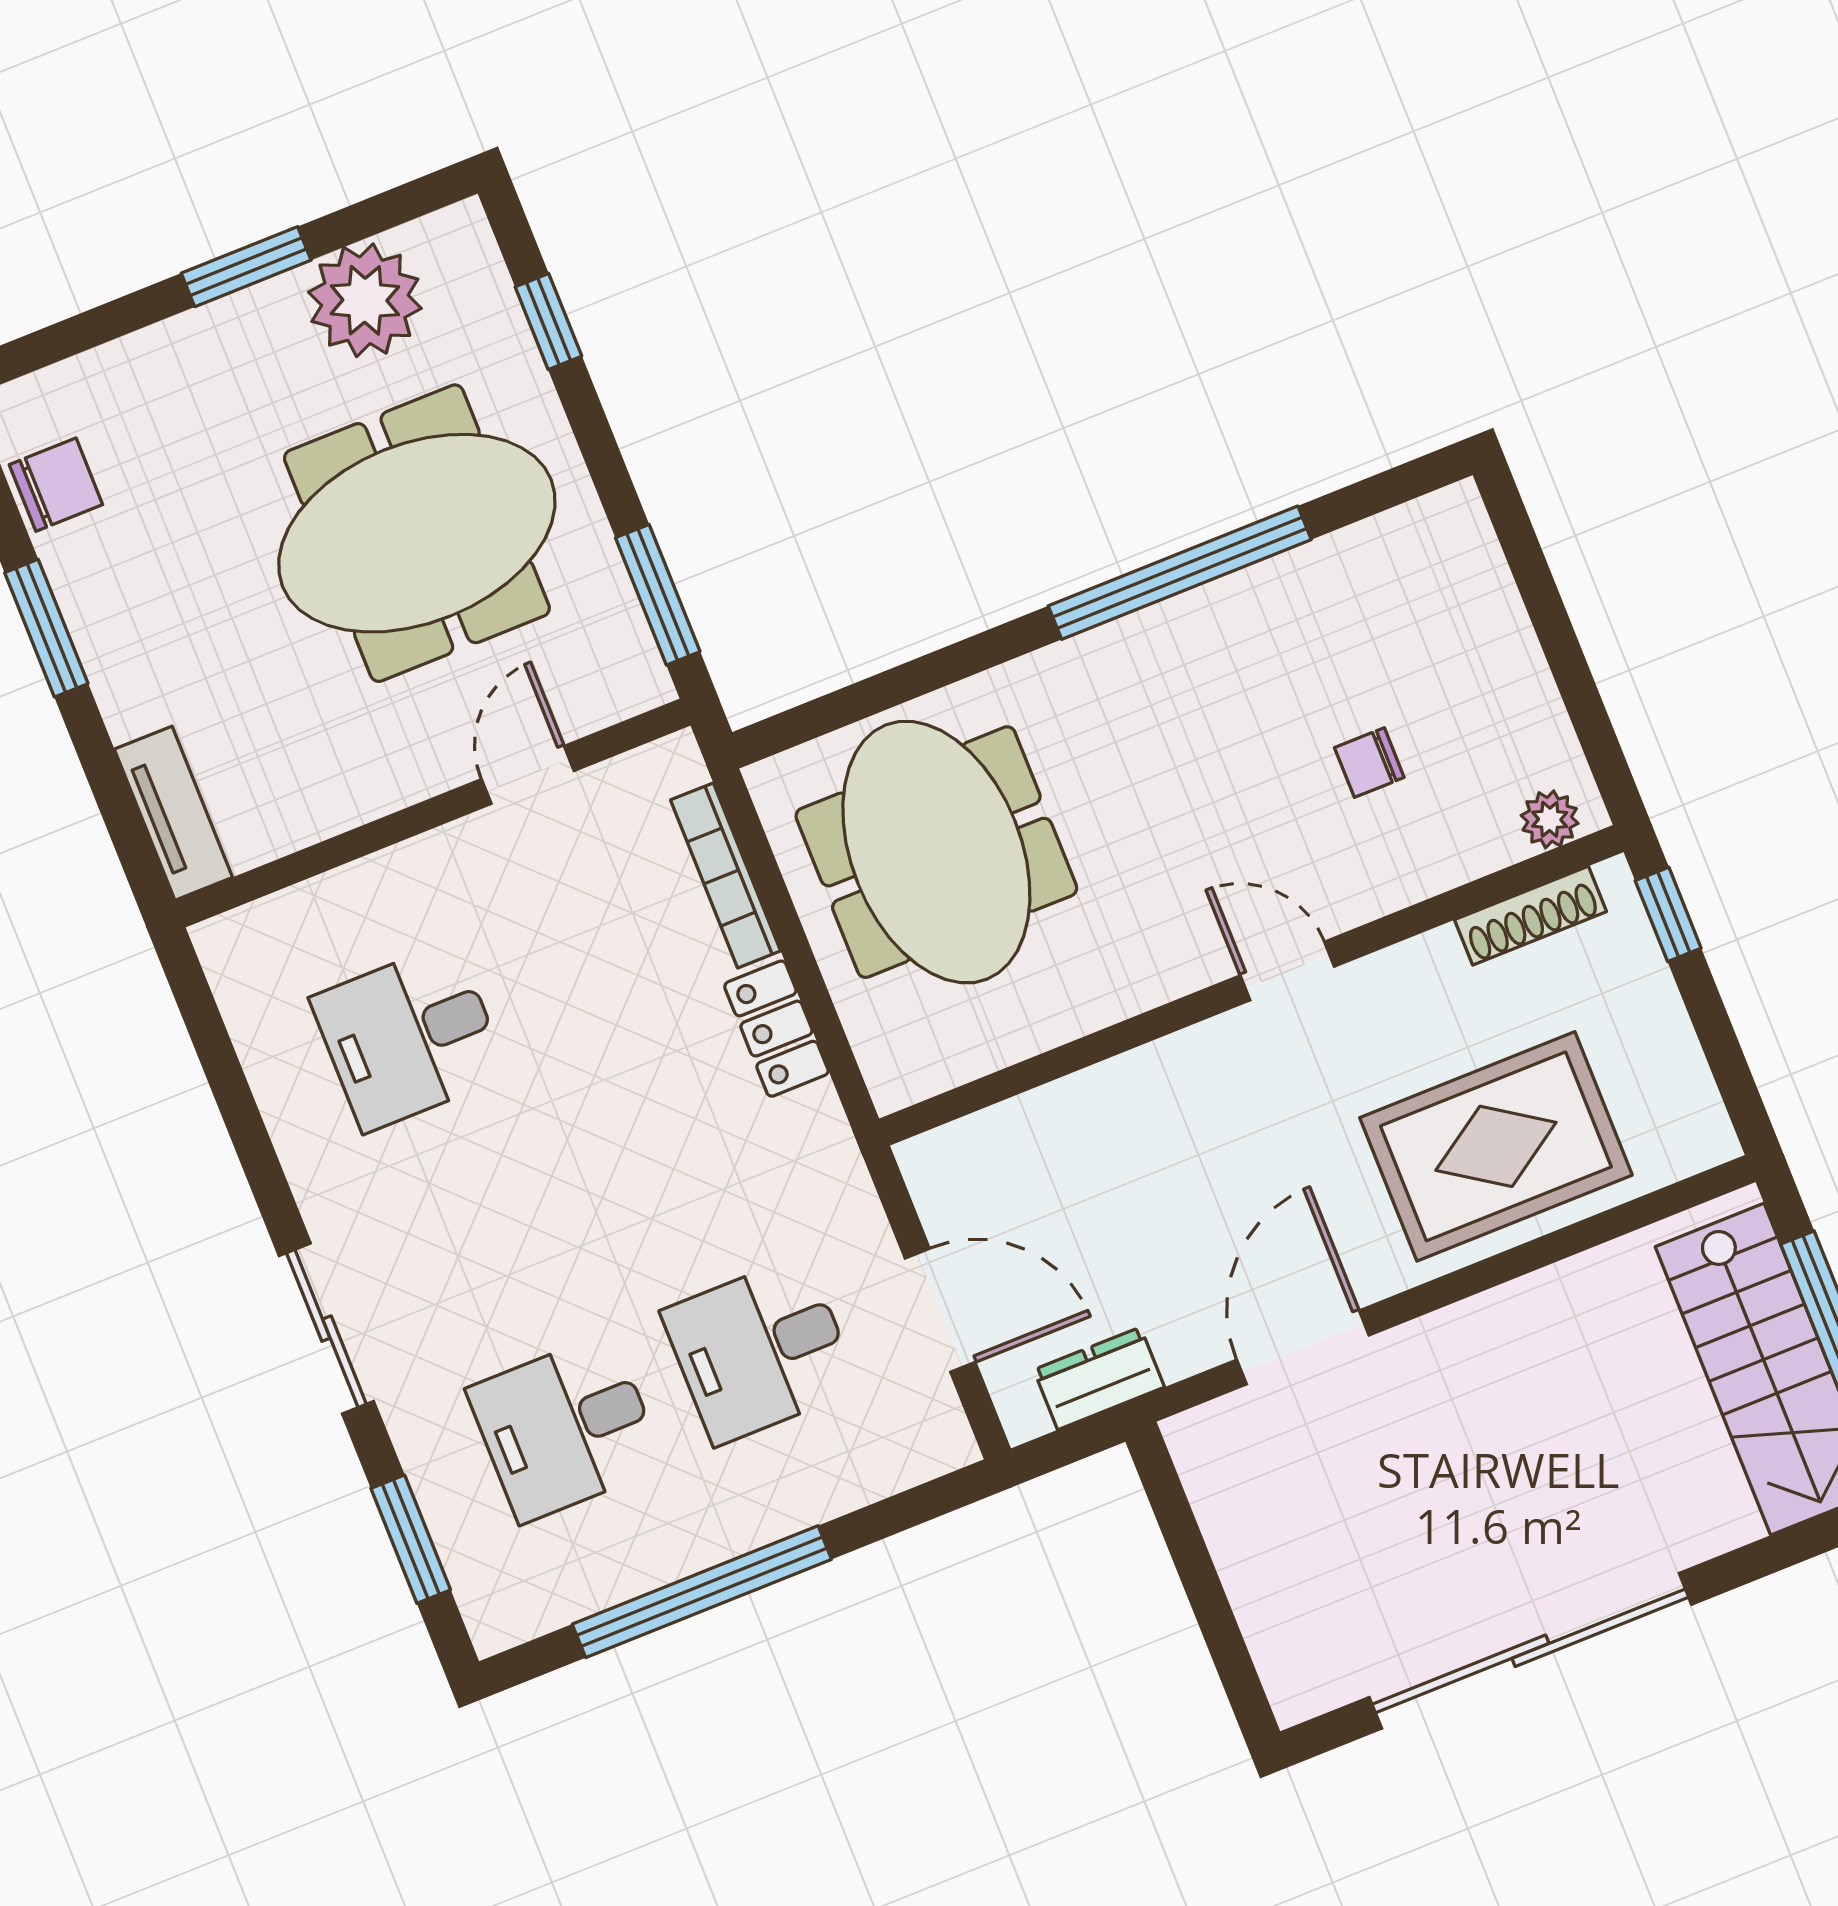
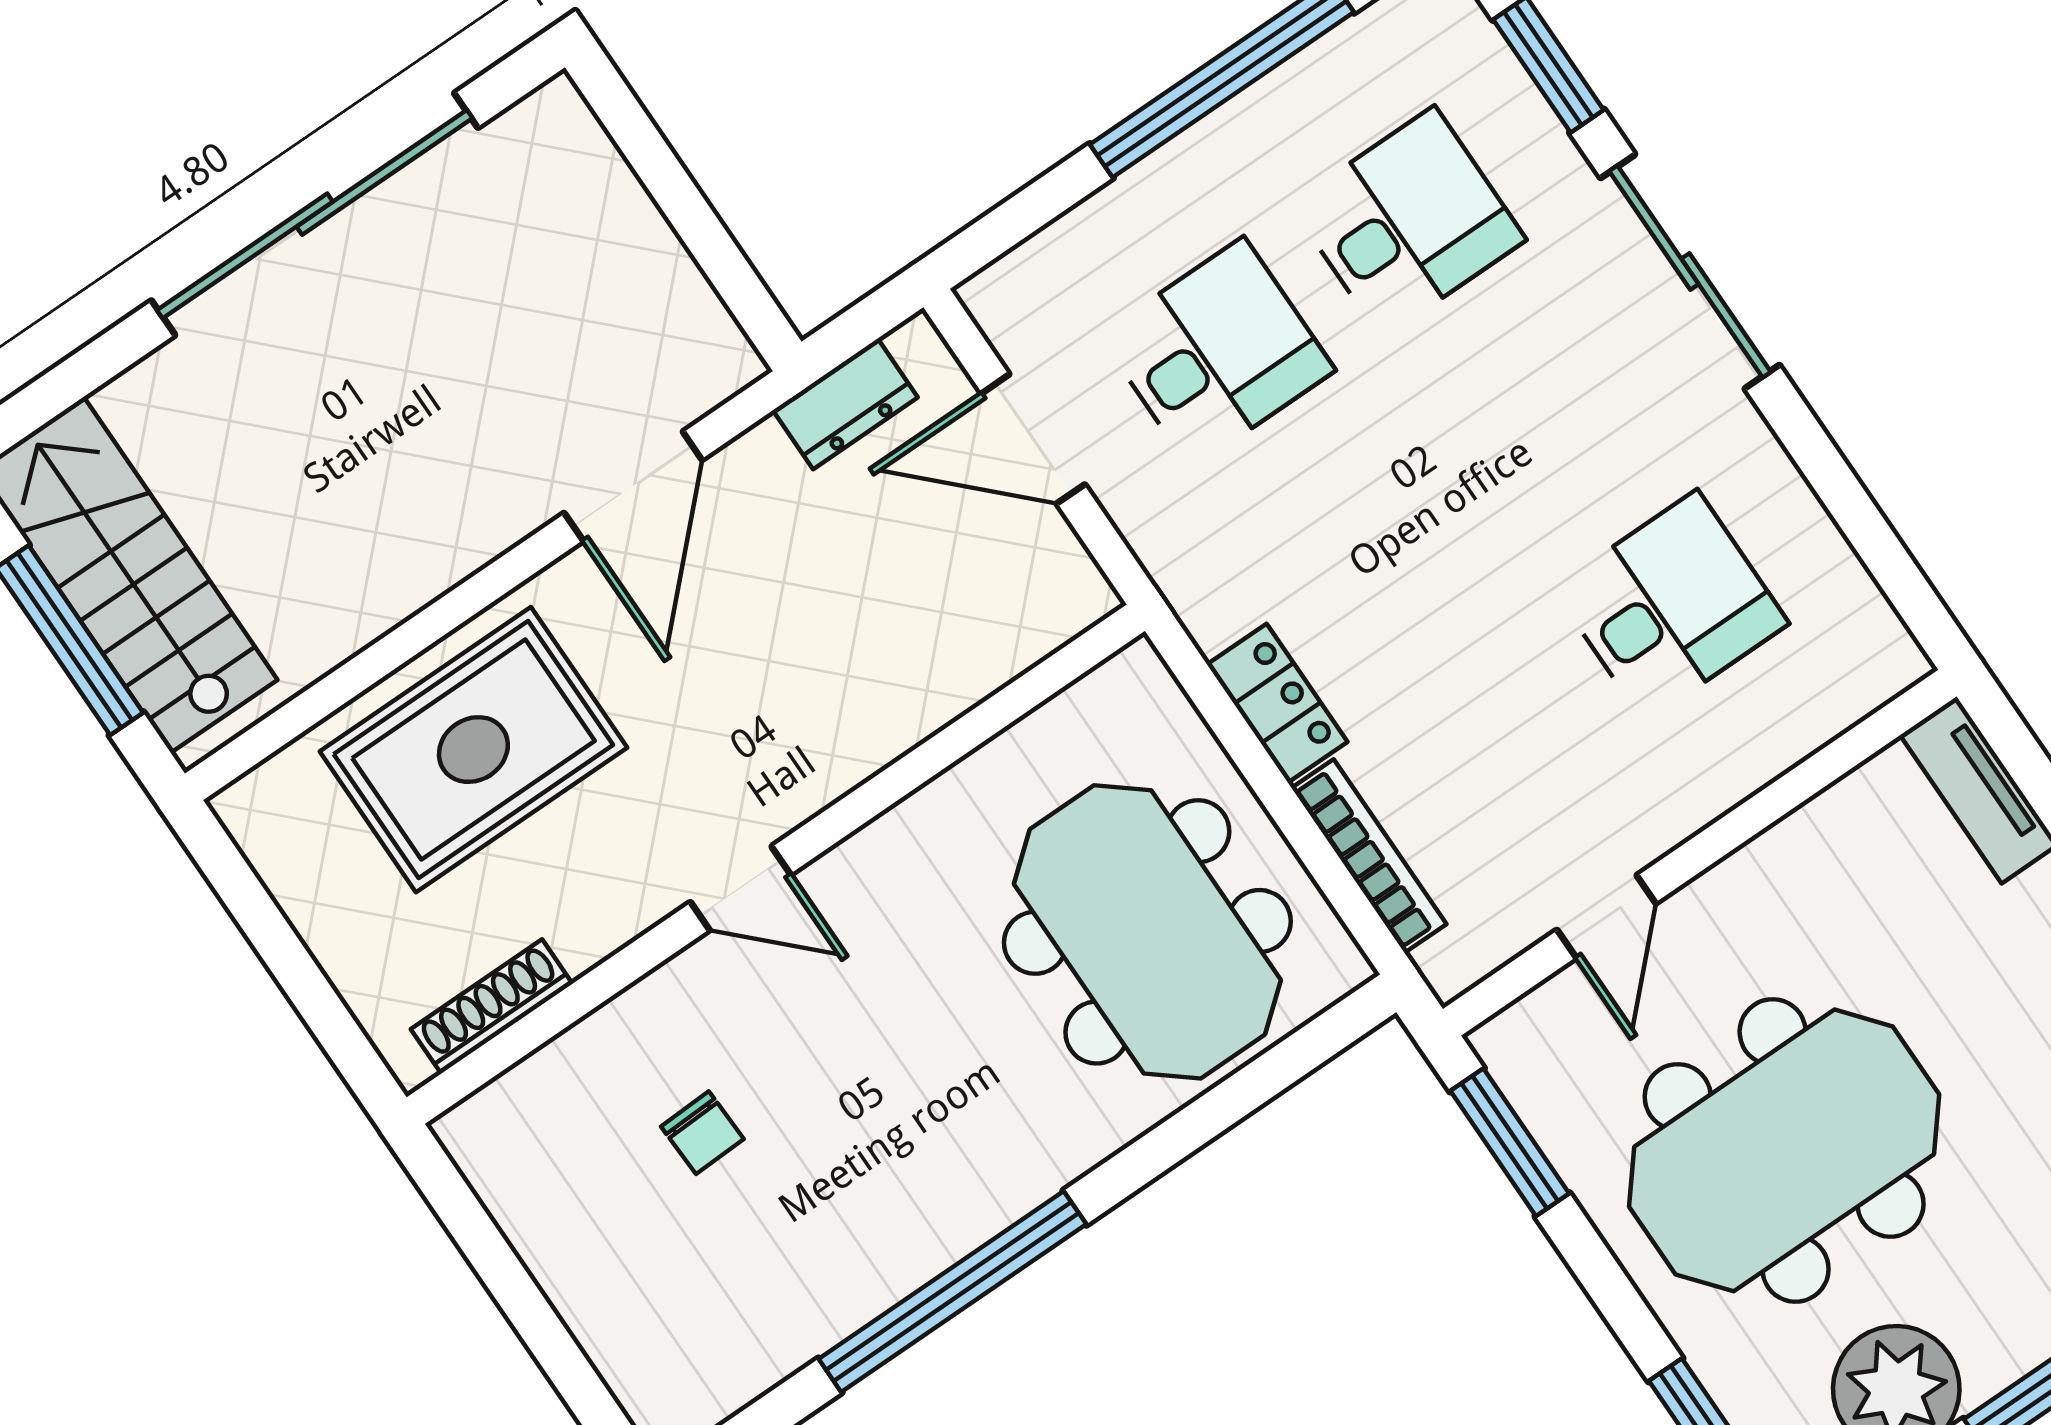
chair: (1369, 763) -> (702, 1133), turned 88
plant: (1550, 819) -> (494, 1115), removed
window: (1668, 914) -> (344, 1041), removed
sliding door: (326, 1329) -> (1690, 271), width x1.37

